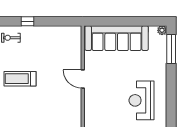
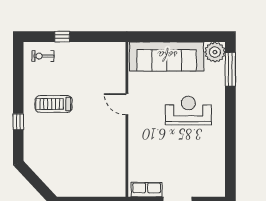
plant: (162, 30) -> (215, 52), width x1.87, depth x1.87
reception desk: (141, 100) -> (188, 111), moved, turned 90

